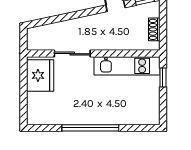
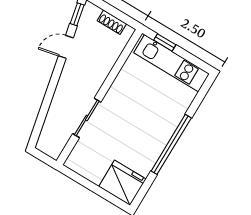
kitchen unit: (127, 66) -> (172, 63), moved, turned 90
fridge: (40, 75) -> (122, 183), moved

